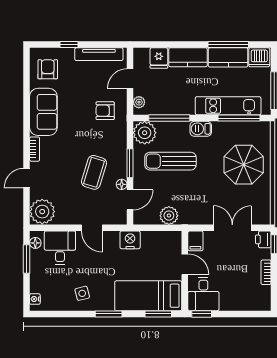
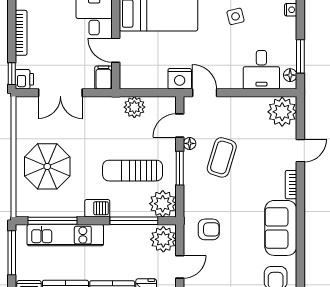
plant: (139, 102) -> (163, 239), width x1.88, depth x1.88
sun lounger: (170, 161) -> (133, 171), turned 180
door: (92, 228) -> (205, 93), moved
bookcase: (266, 272) -> (21, 33), width x1.56

